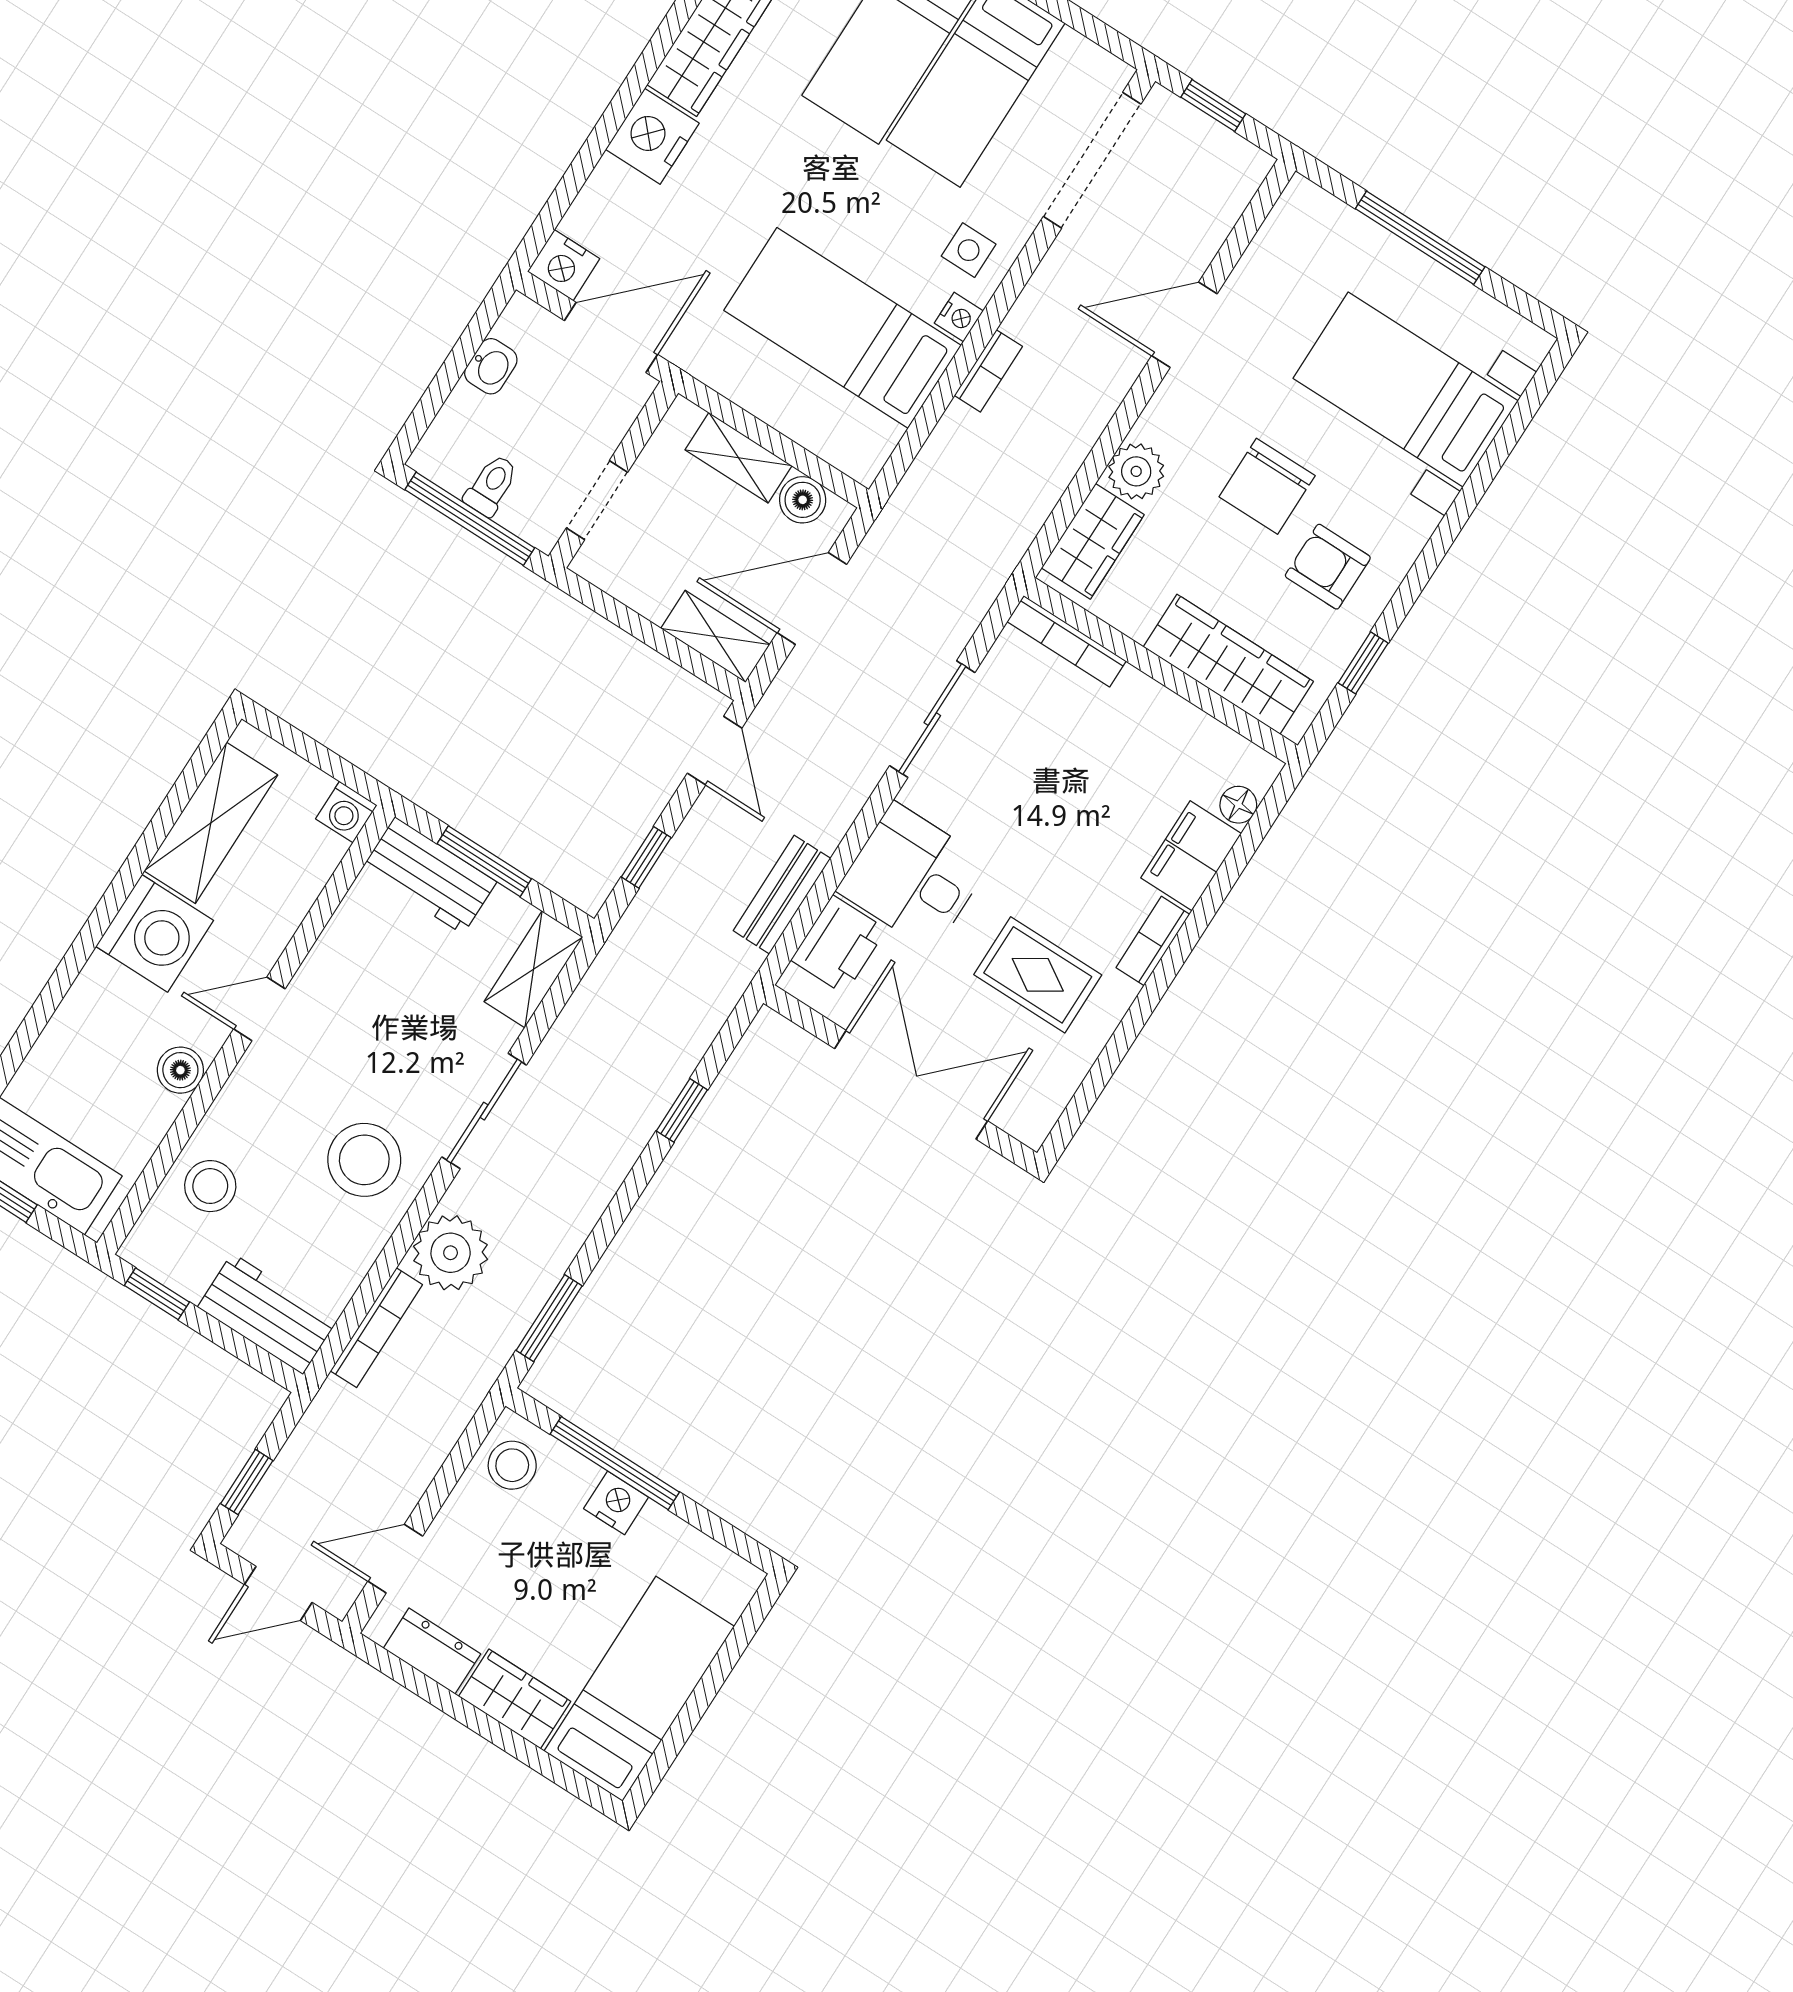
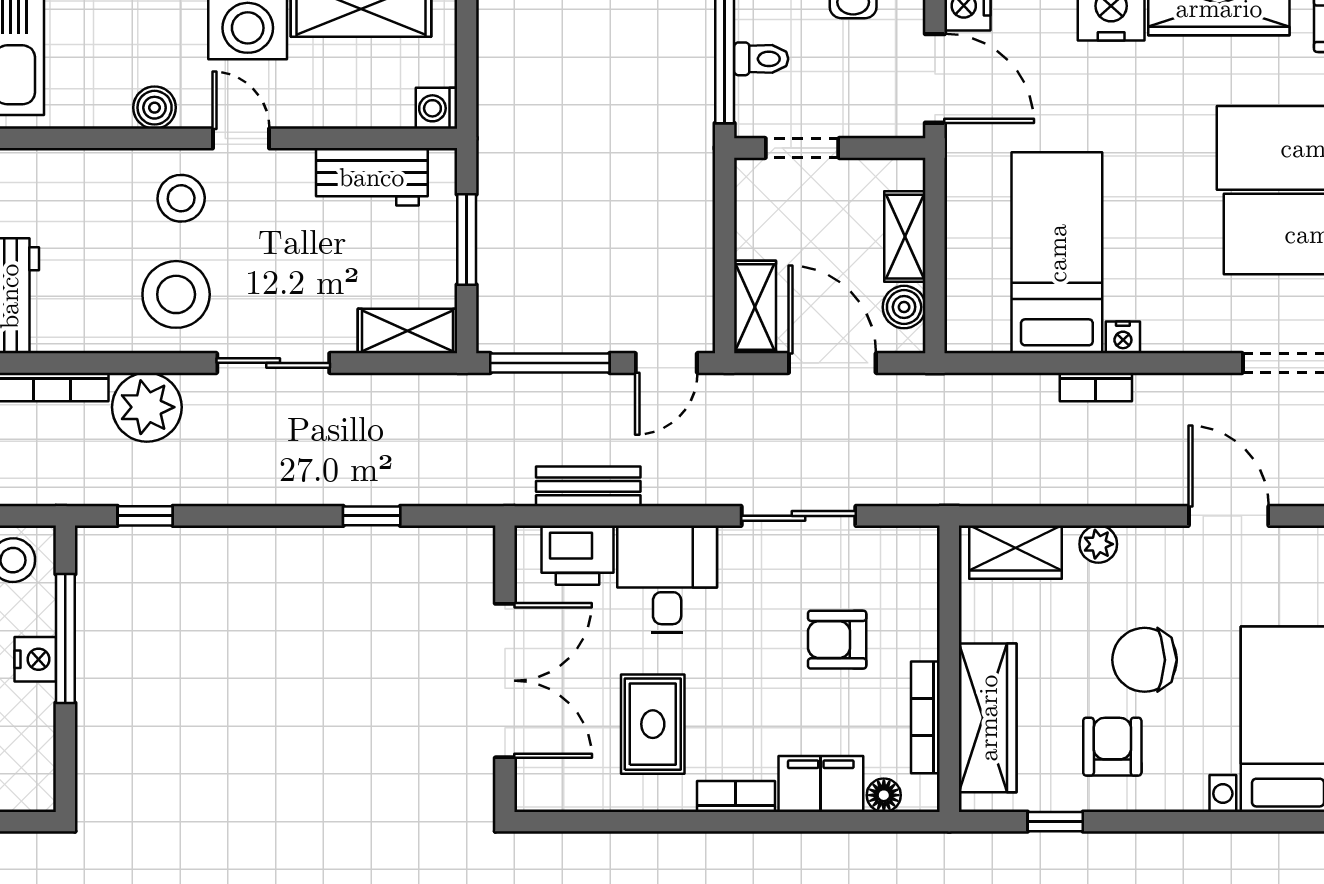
side table: (969, 250) -> (1180, 312), removed
plant: (1136, 471) -> (1098, 544), width x0.73, depth x0.73
bookcase: (1067, 641) -> (925, 717), moved
armchair: (1068, 756) -> (837, 640), added
window: (646, 857) -> (550, 363), width x2.17
workbench: (429, 875) -> (372, 177), moved, turned -90
stool: (210, 1186) -> (181, 198), moved
window: (549, 1318) -> (145, 516), width x0.67

